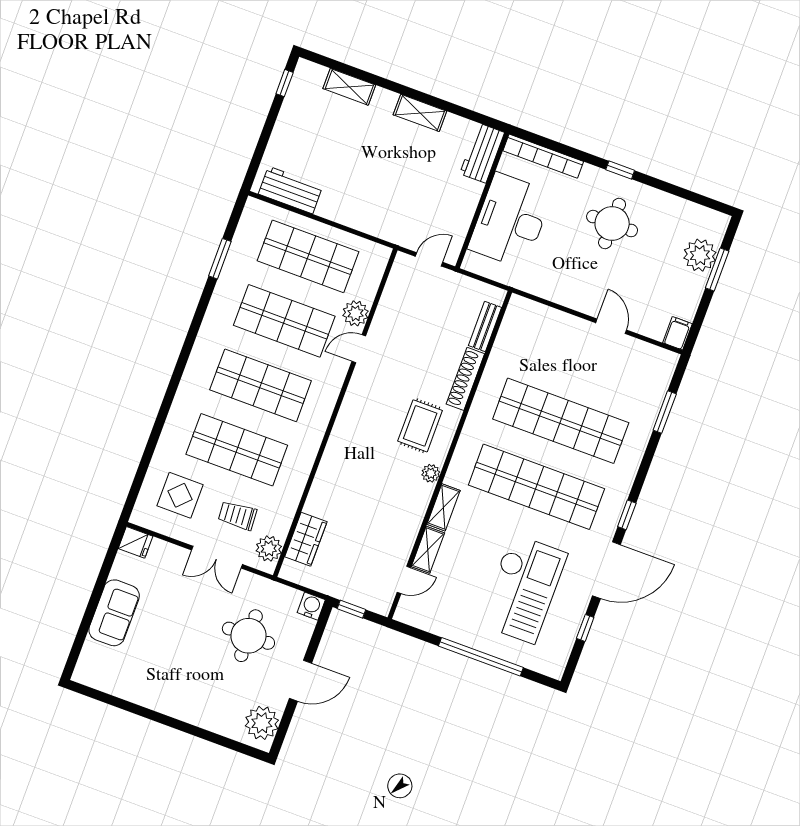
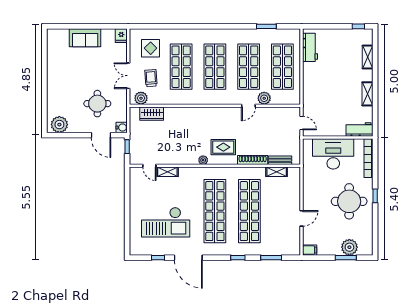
round table: (612, 224) -> (349, 201), width x1.36, depth x1.36
door: (359, 349) -> (248, 106), swing flipped
shelving: (443, 507) -> (277, 172), moved
window: (627, 515) -> (238, 258), moved
window: (481, 657) -> (127, 214), removed
door: (300, 681) -> (101, 135), moved

